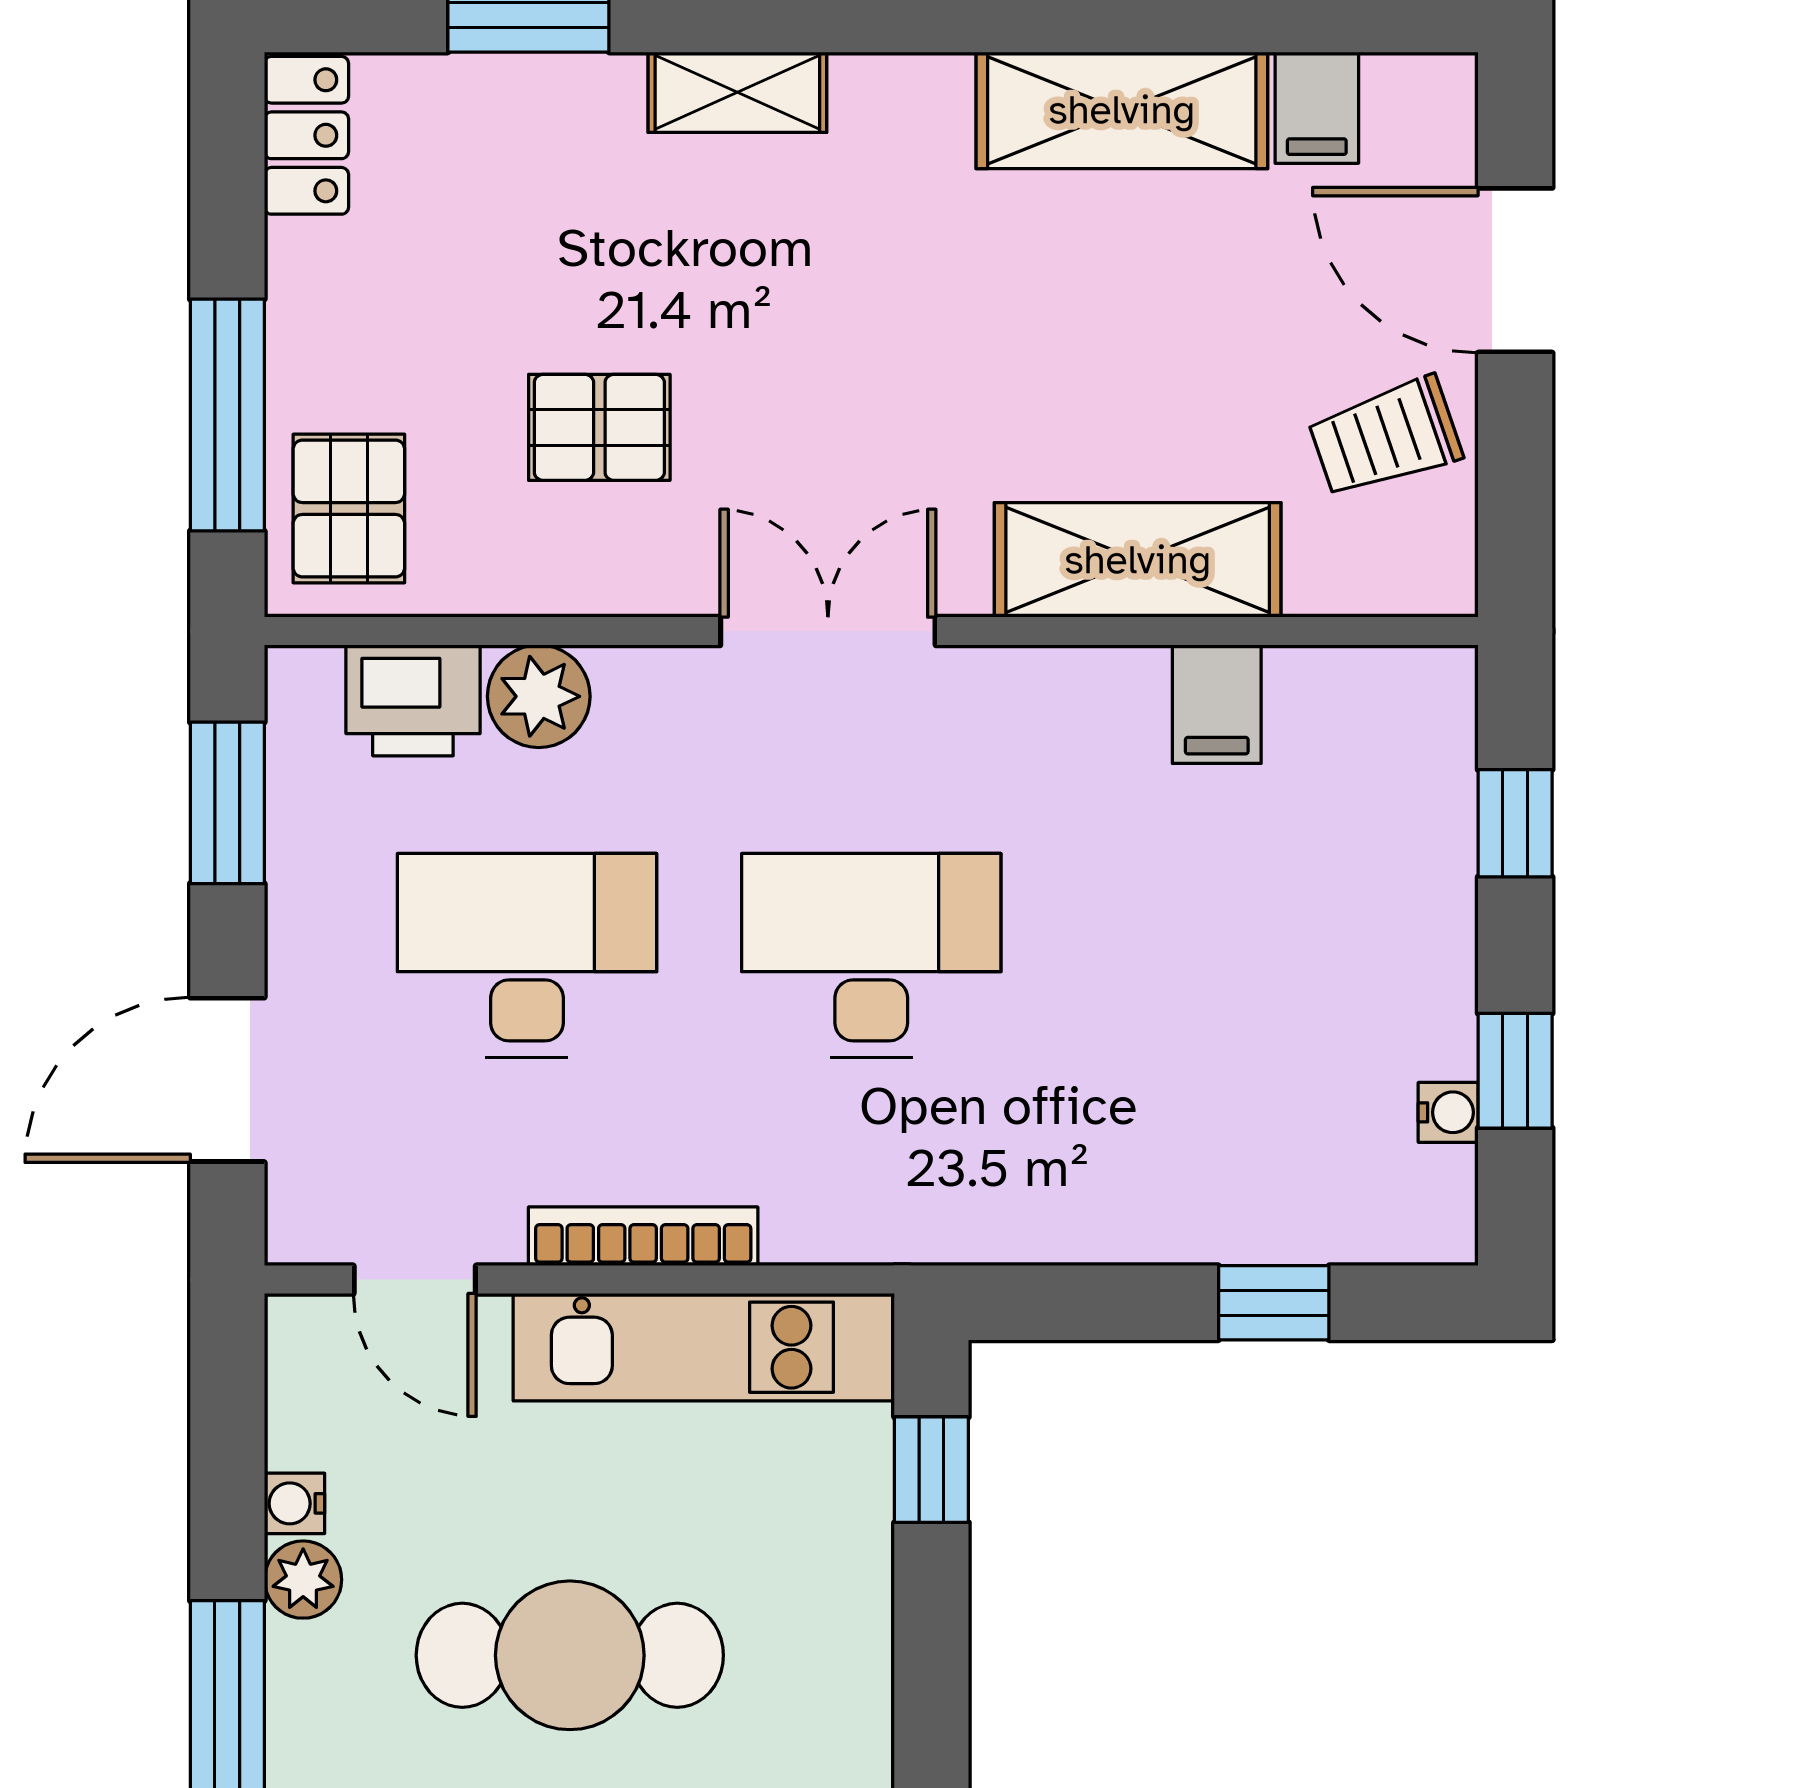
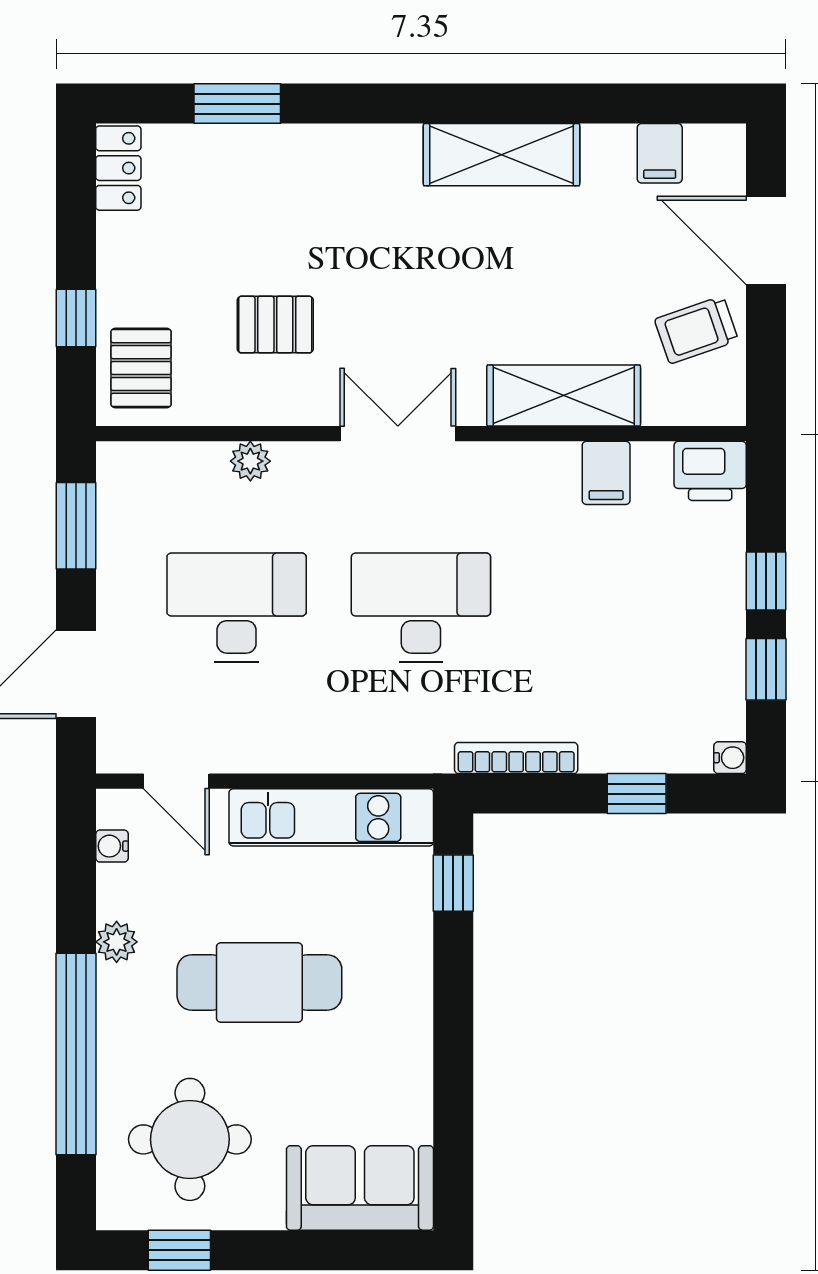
shelving: (737, 92) -> (349, 145), removed
shelving: (1122, 110) -> (501, 155), moved
window: (227, 415) -> (76, 318), width x0.46
plant: (539, 696) -> (250, 461), width x0.73, depth x0.73
printer: (413, 700) -> (710, 471), moved
window: (1515, 823) -> (766, 581), moved
water cooler: (1448, 1112) -> (730, 758), moved
bookcase: (643, 1236) -> (516, 758), moved
water cooler: (295, 1503) -> (112, 846), moved

